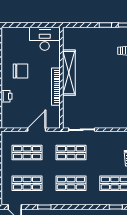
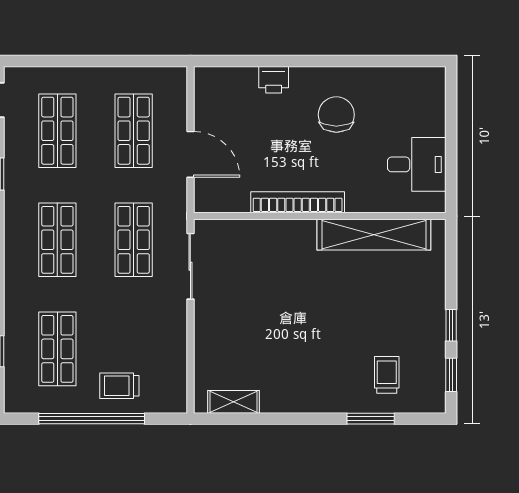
desk: (45, 39) -> (417, 164), width x0.73
chair: (21, 71) -> (336, 115), turned 180
shelving: (69, 73) -> (374, 235), moved

